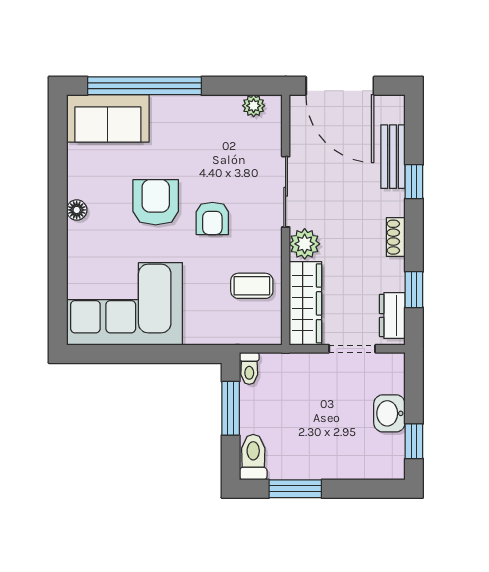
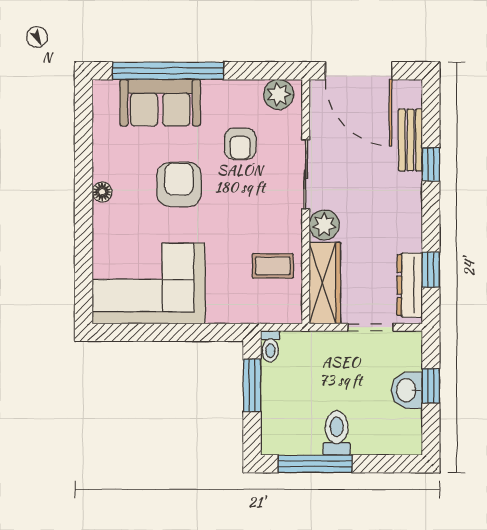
plant: (254, 106) -> (279, 94), width x1.38, depth x1.38
sofa: (108, 118) -> (160, 103), moved
armchair: (212, 218) -> (240, 144), moved
shoe rack: (396, 237) -> (413, 218), removed
dresser: (392, 316) -> (410, 285), width x1.44
window: (414, 441) -> (431, 386), moved
toilet: (253, 457) -> (337, 433), moved
window: (295, 489) -> (315, 464), width x1.44

